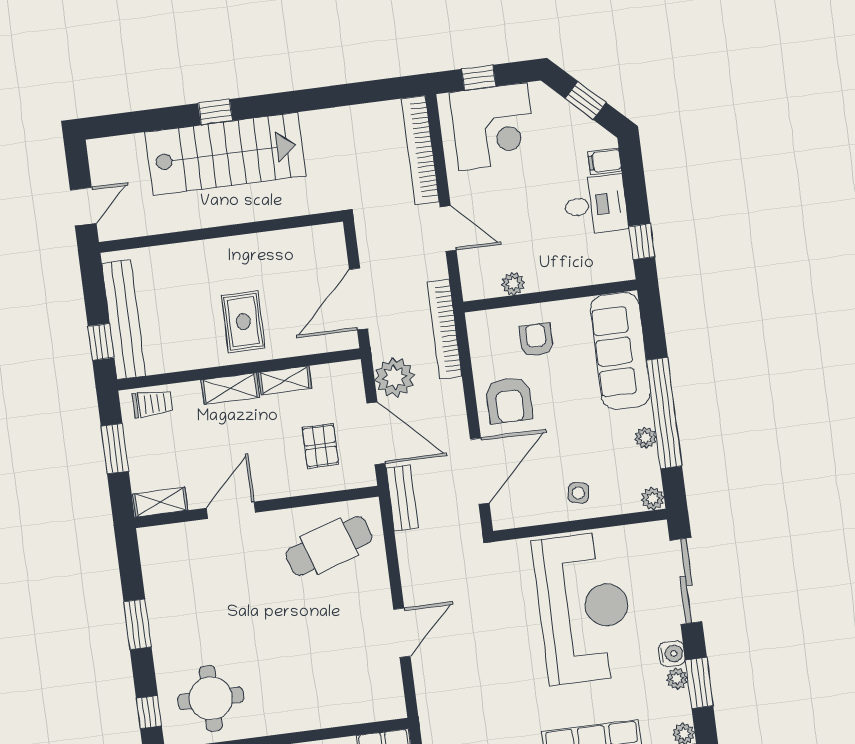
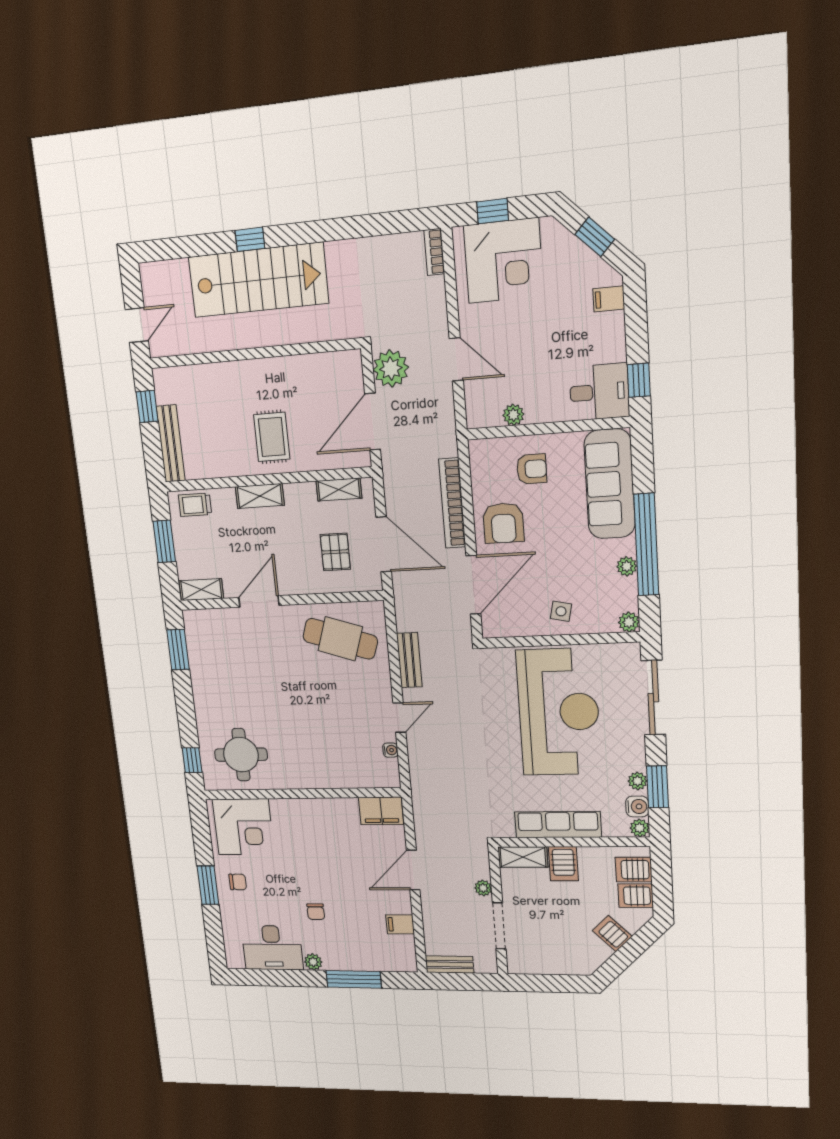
bookcase: (420, 150) -> (434, 252), width x0.43, depth x0.76
desk: (596, 205) -> (599, 392), moved
bench: (124, 320) -> (171, 443), width x0.73, depth x0.82
bookcase: (445, 329) -> (452, 503), moved
armchair: (536, 340) -> (532, 469), turned 90
window: (101, 342) -> (147, 407), moved
plant: (395, 377) -> (391, 368), moved
shelving: (285, 380) -> (339, 490), moved
trolley: (153, 404) -> (195, 505), turned 180
bench: (402, 498) -> (409, 660), moved
cafe table: (329, 546) -> (340, 639), turned 36
window: (138, 624) -> (178, 650), moved
door: (402, 633) -> (399, 718), width x0.73
water cooler: (672, 654) -> (637, 806), moved
water cooler: (393, 673) -> (390, 750), added

